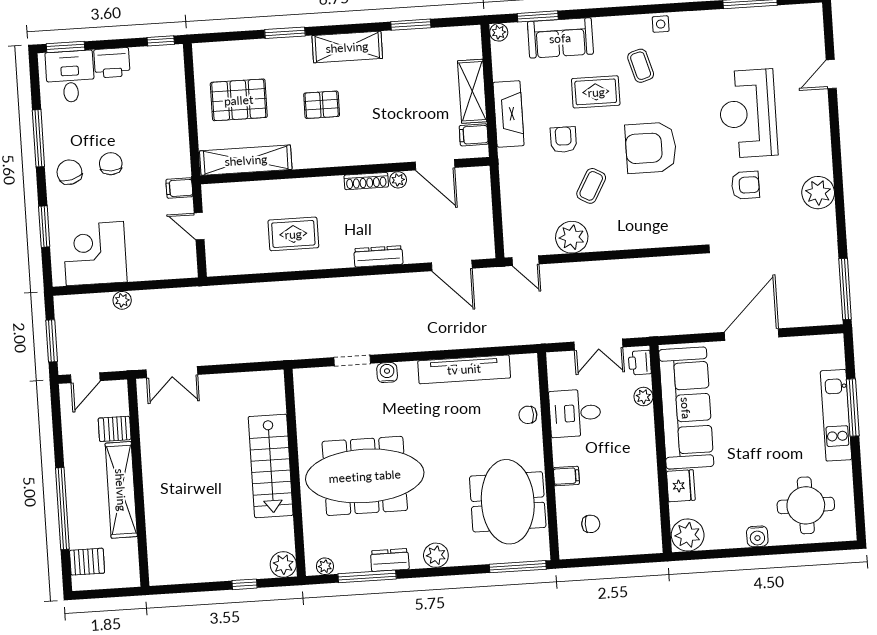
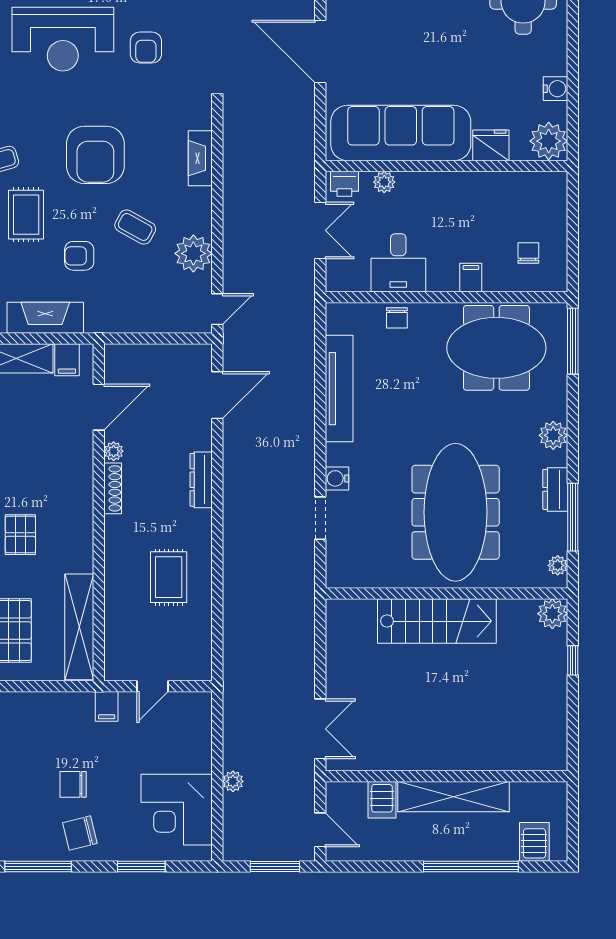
armchair: (745, 185) -> (146, 48), turned 180
fireplace: (654, 238) -> (200, 158), added
water cooler: (757, 536) -> (555, 89), moved

